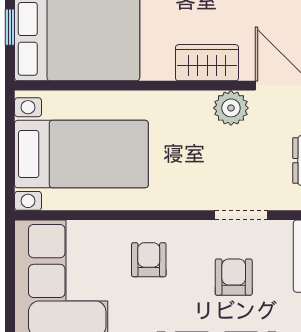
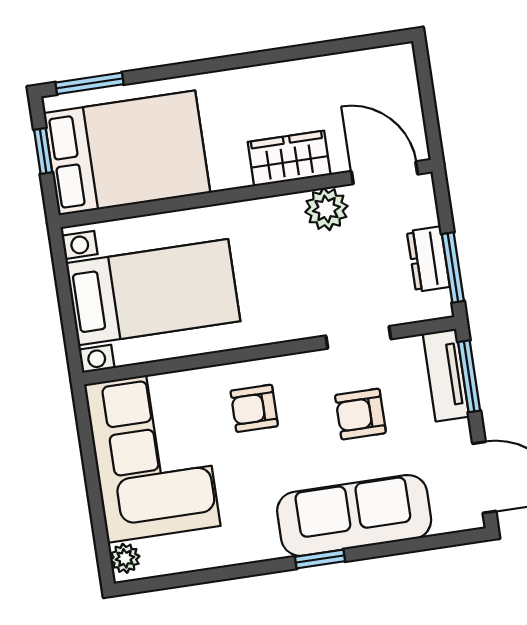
armchair: (149, 260) -> (254, 408), turned -90
armchair: (234, 277) -> (360, 414), turned -90

